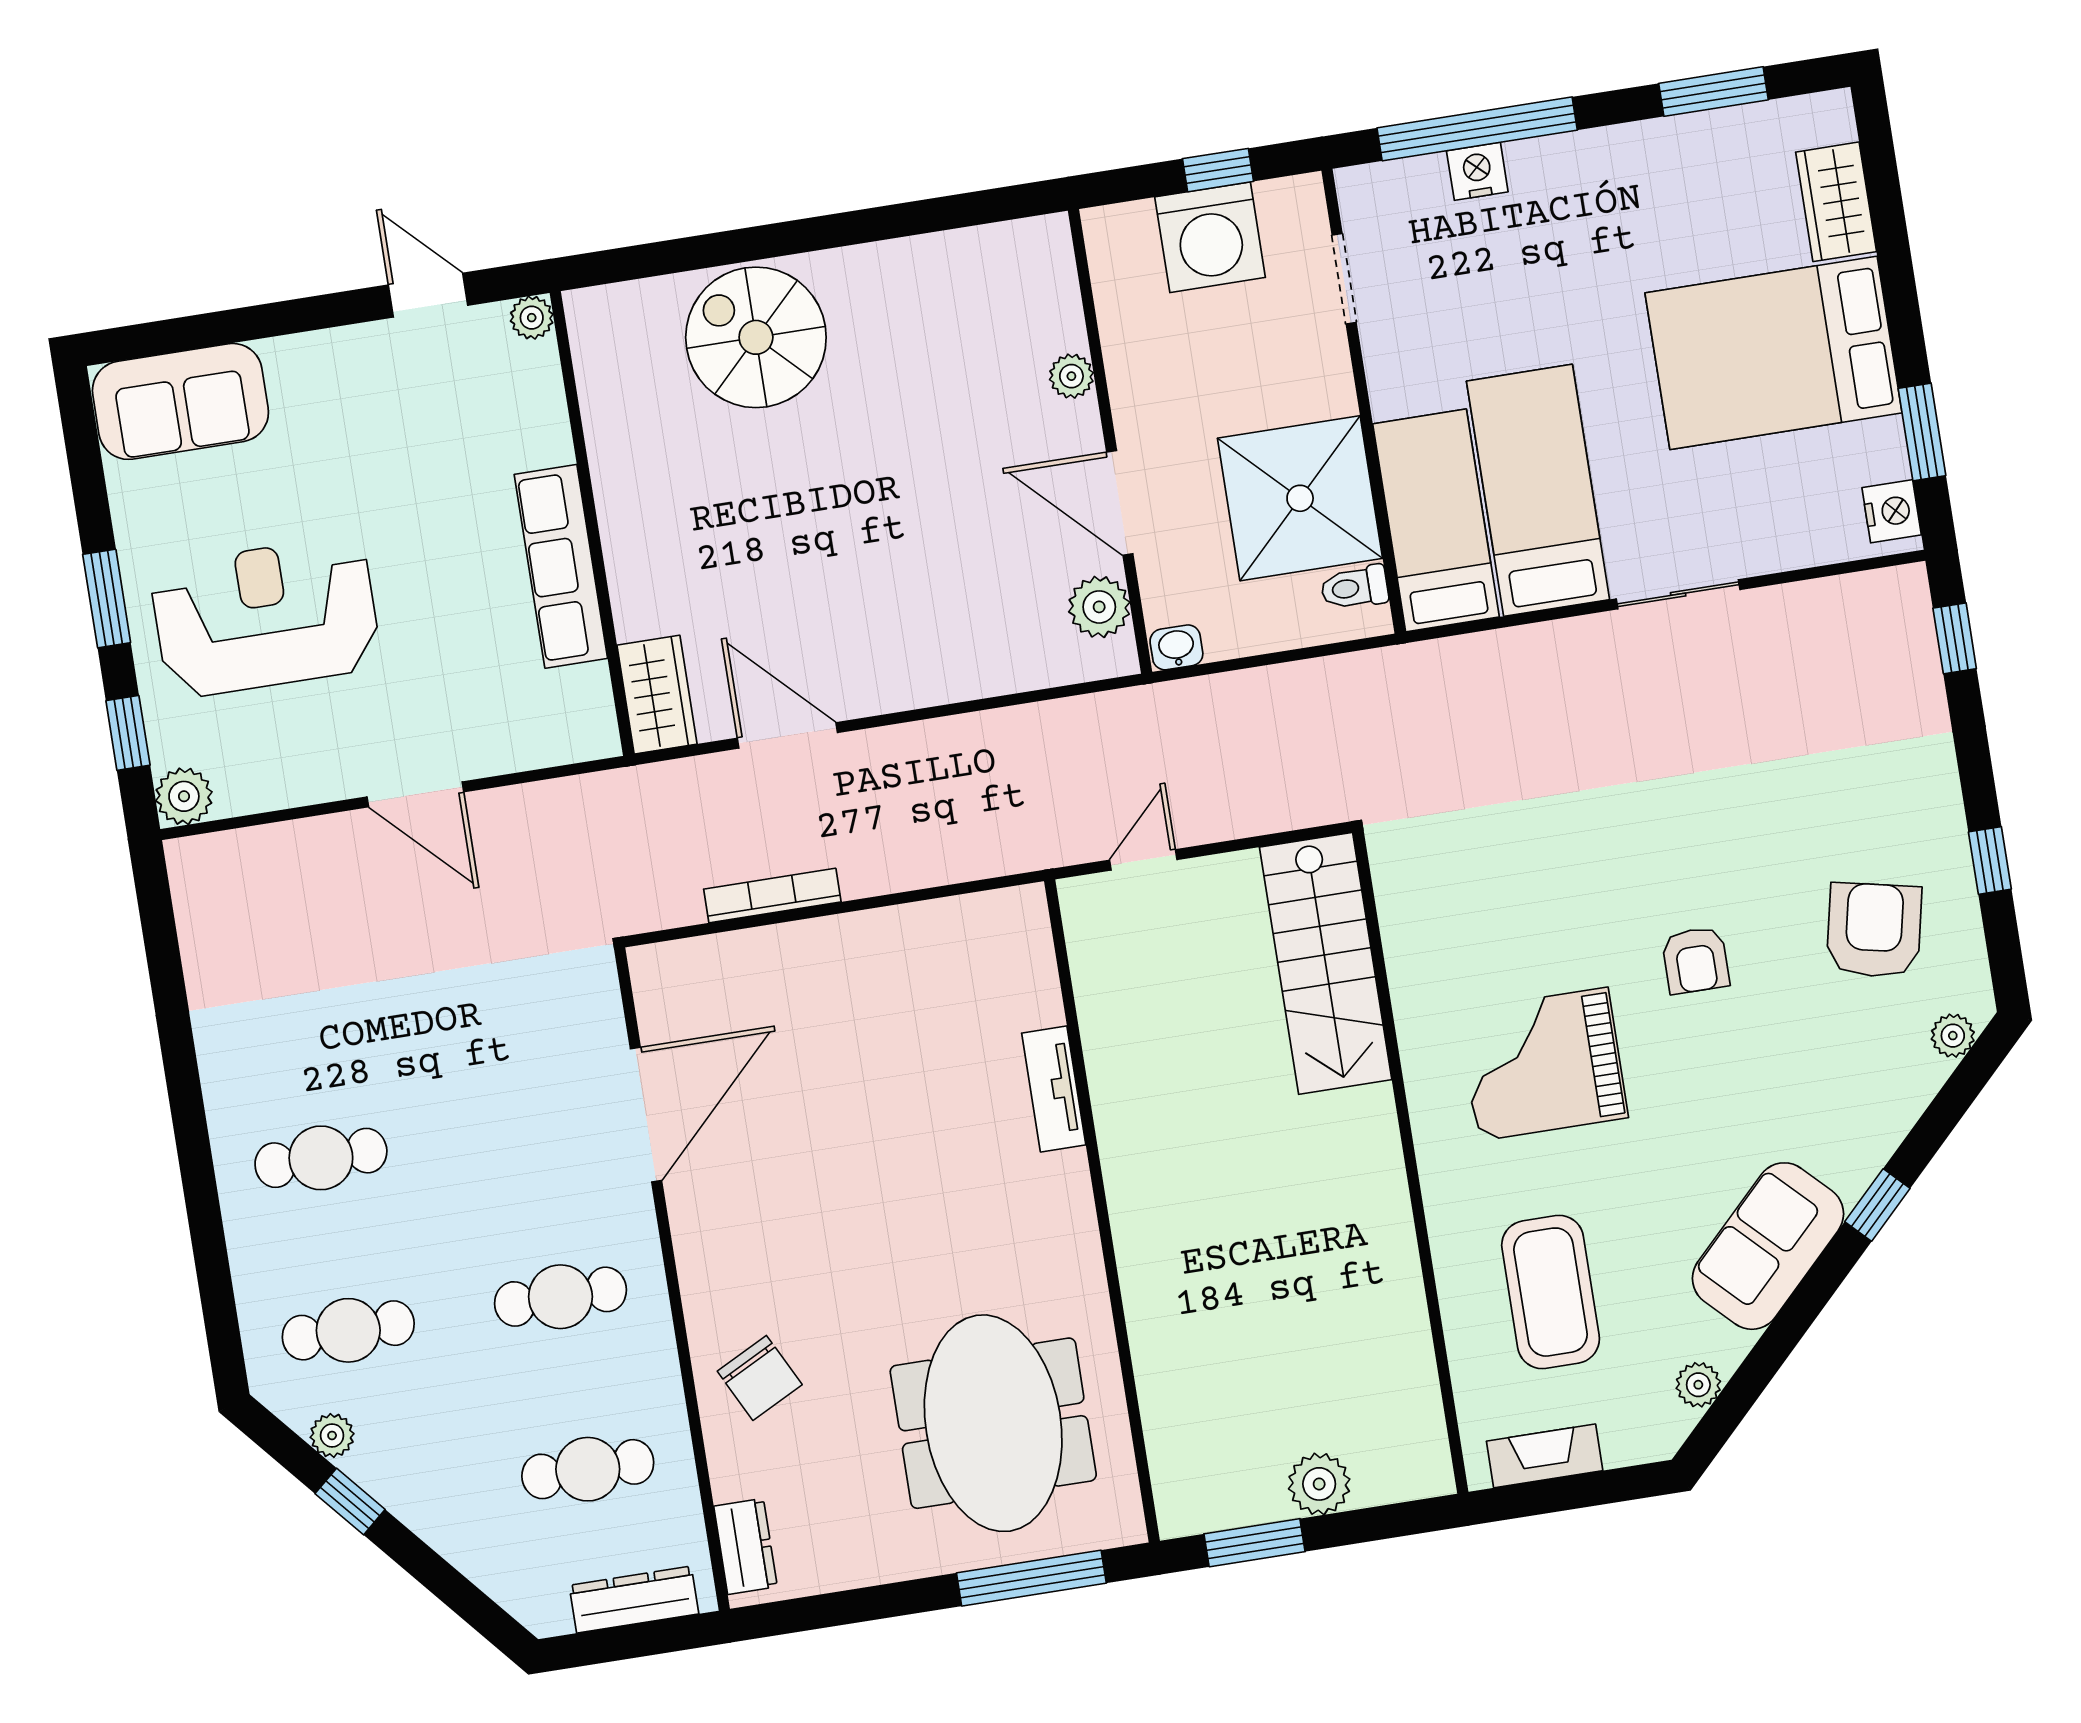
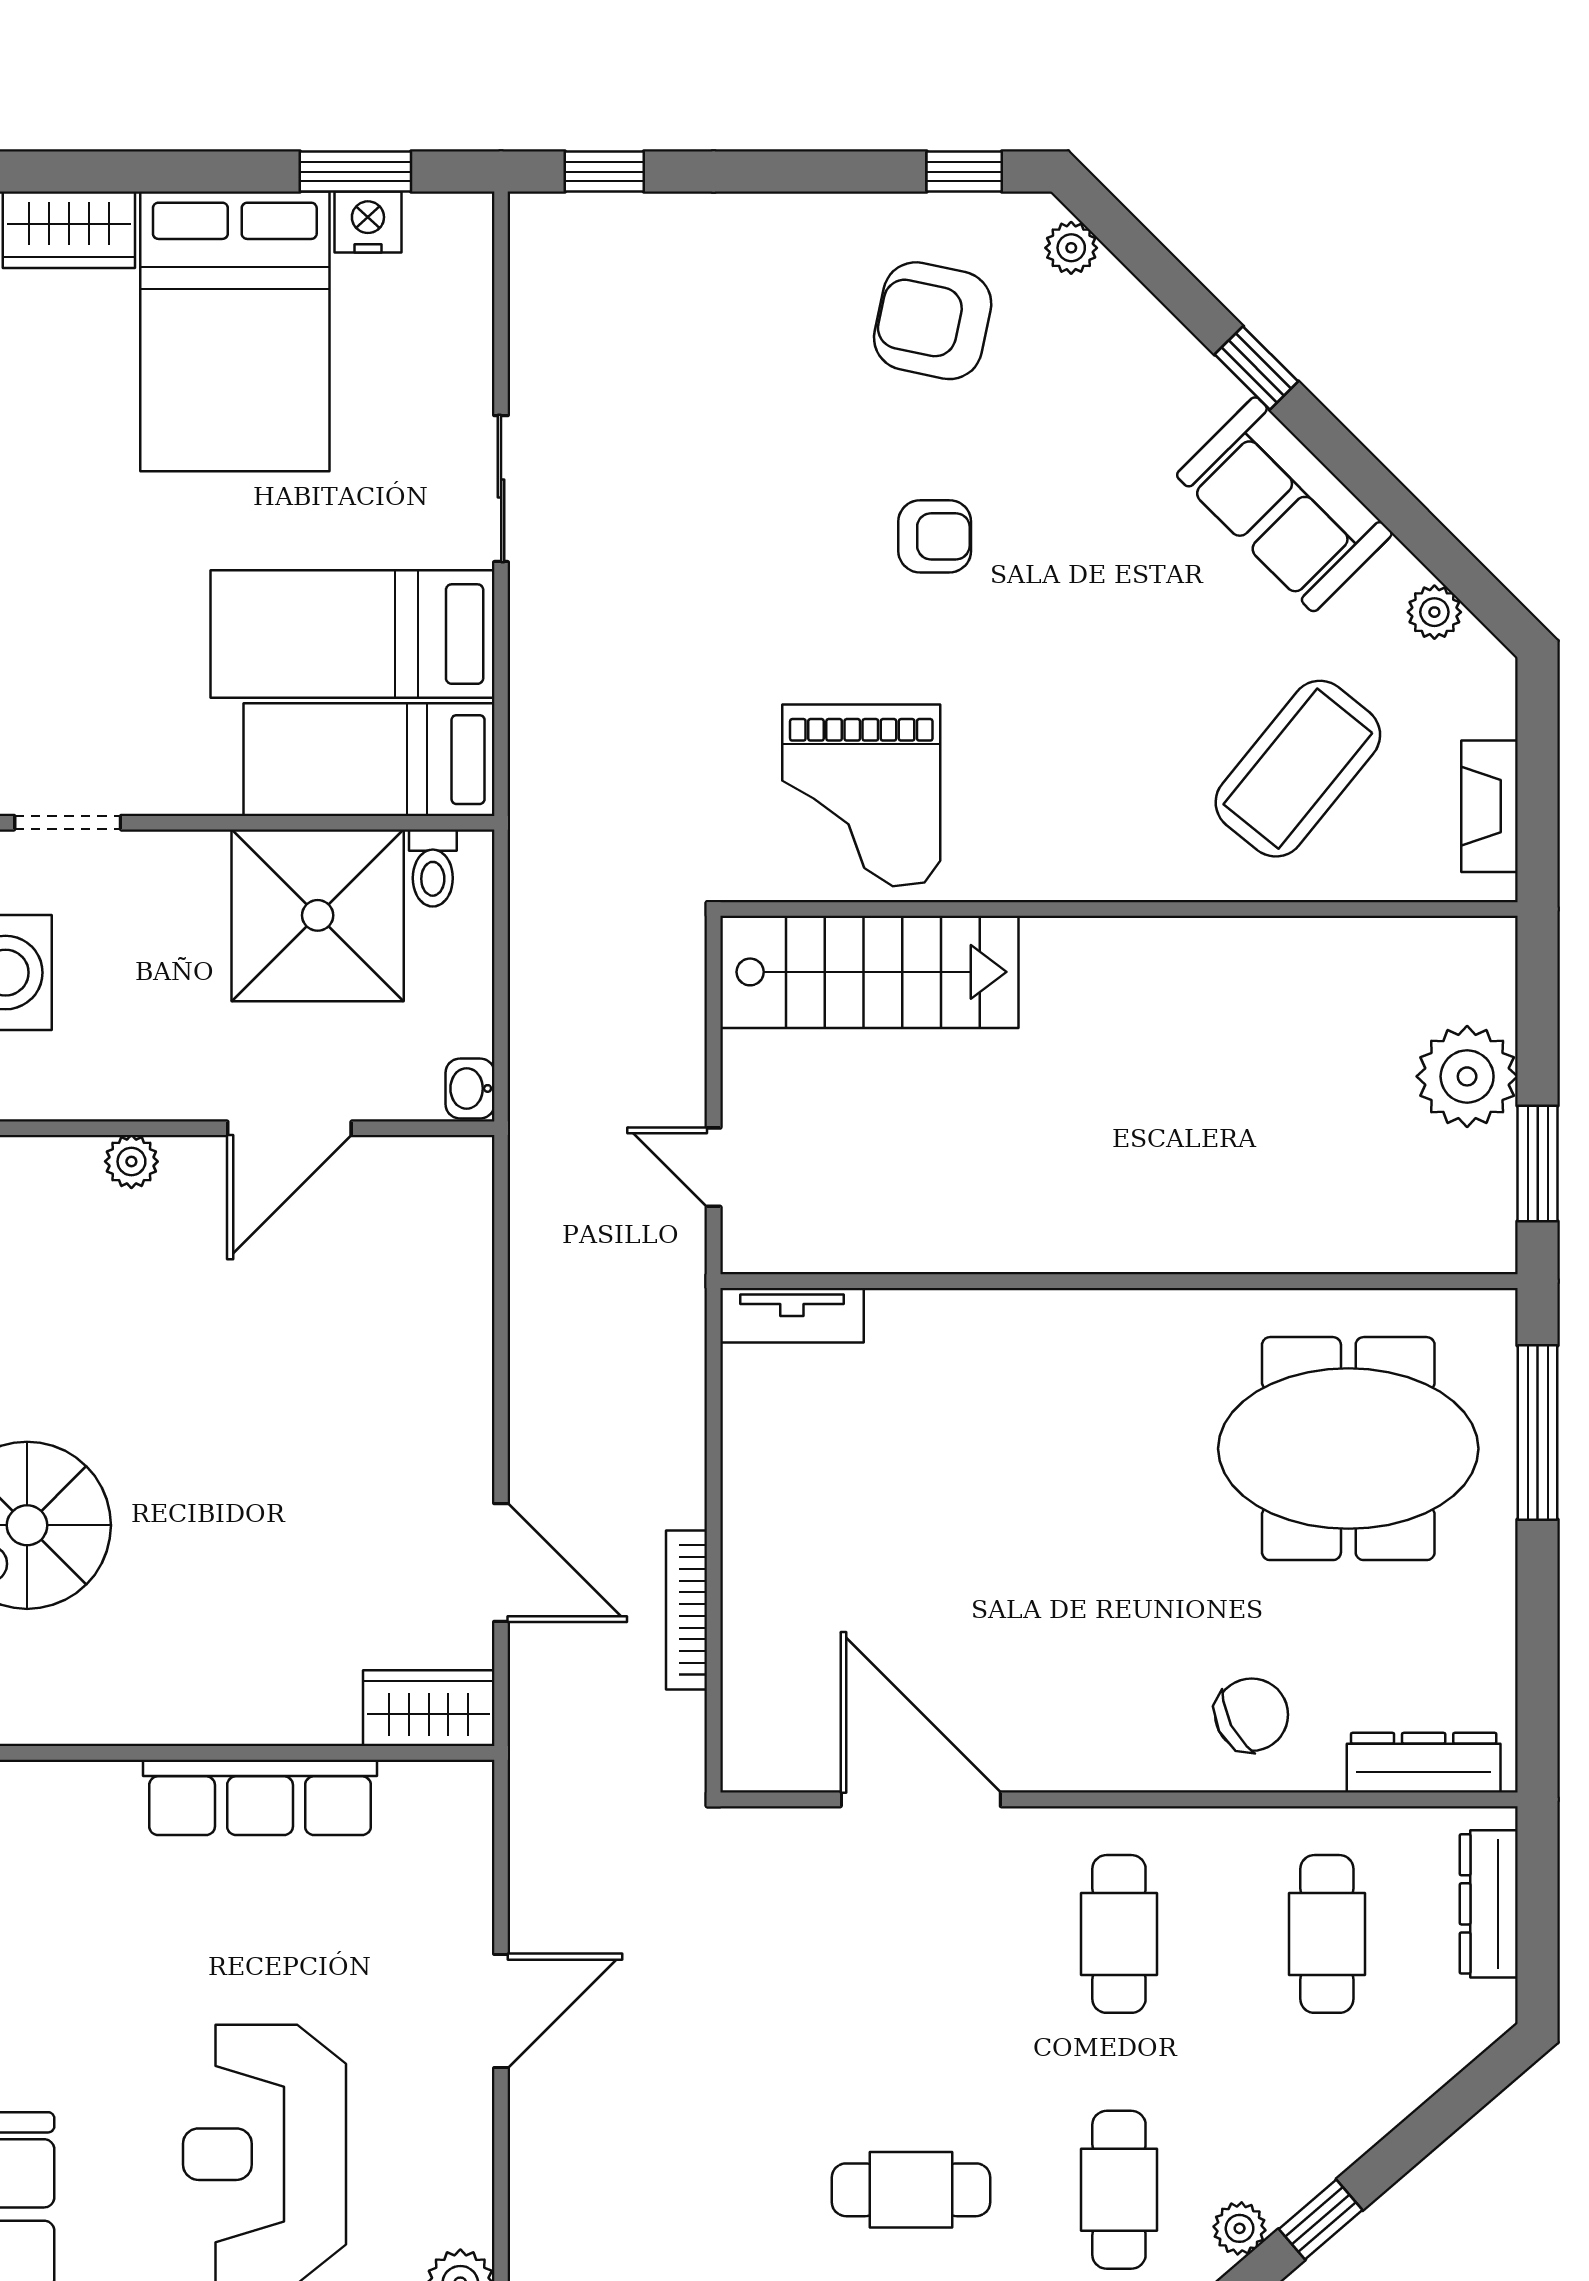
nightstand: (1892, 511) -> (368, 222), moved
plant: (1099, 607) -> (408, 1172), removed
door: (787, 735) -> (501, 1562), swing flipped
window: (1990, 860) -> (964, 172), moved
grand piano: (1543, 1064) -> (861, 795), moved
tv unit: (1054, 1089) -> (792, 1315), moved
cafe table: (321, 1158) -> (911, 2190), turned 90
coffee table: (1551, 1292) -> (1298, 769), turned -51
plant: (1319, 1484) -> (1467, 1076), width x1.36, depth x1.36
dresser: (746, 1546) -> (1424, 1763), width x1.44

